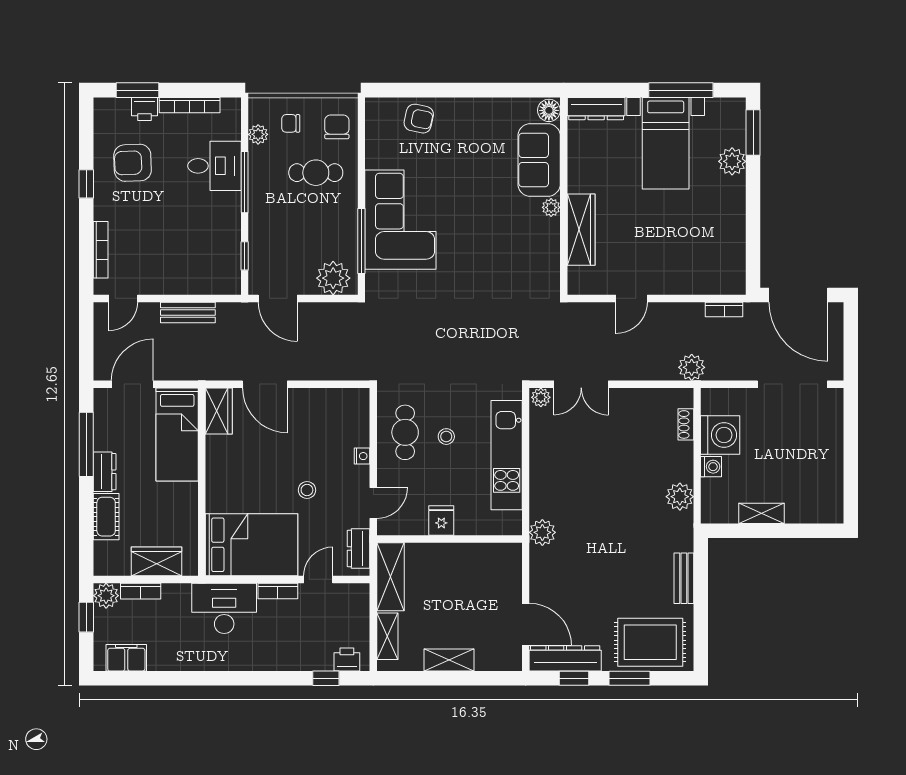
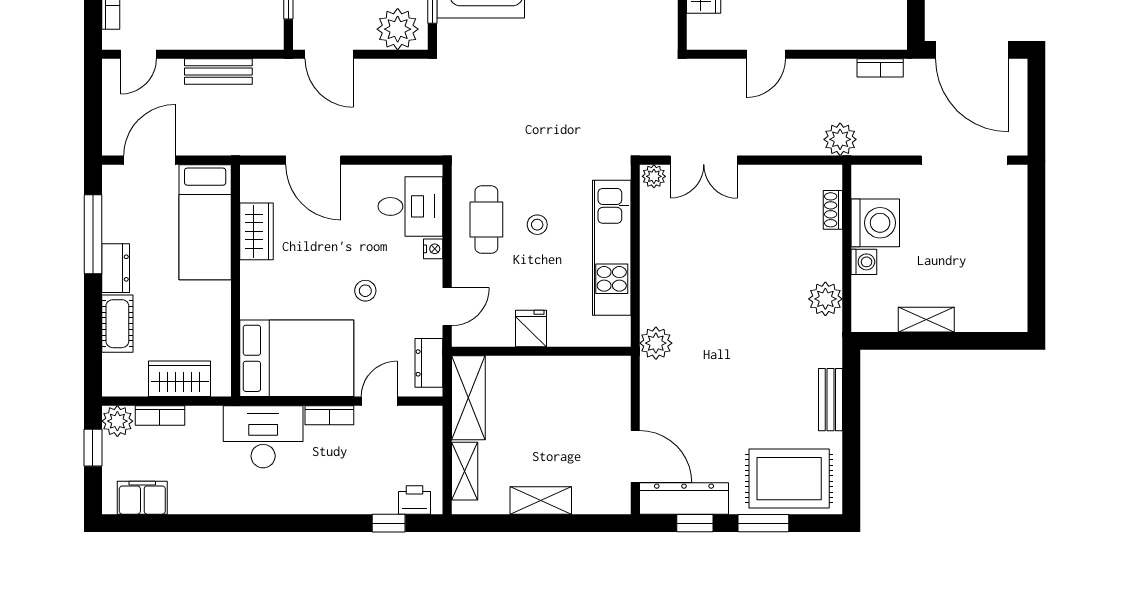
wardrobe: (219, 411) -> (256, 231), moved
desk: (344, 422) -> (410, 206), added

